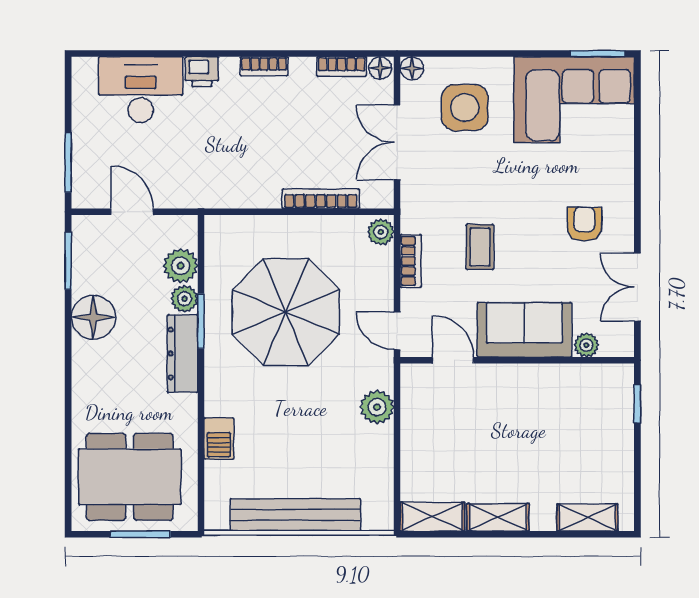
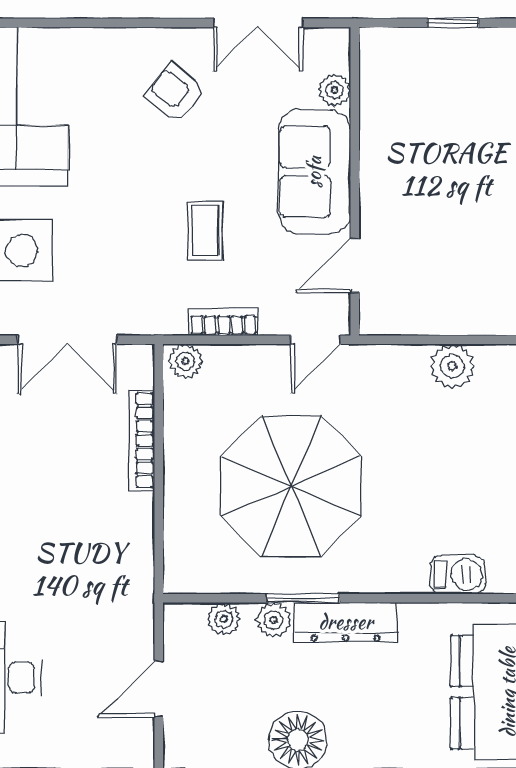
armchair: (584, 224) -> (175, 93), turned 38
coffee table: (480, 247) -> (205, 231), turned 90
plant: (181, 266) -> (224, 619), width x0.73, depth x0.73
window: (637, 404) -> (453, 23), moved
plant: (377, 407) -> (452, 366), moved

